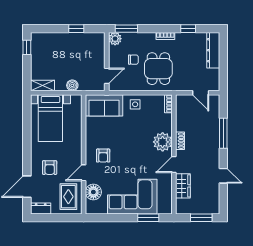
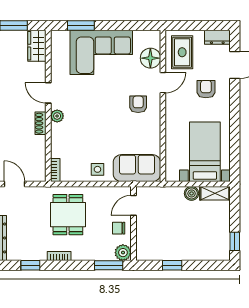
chair: (133, 60) -> (119, 228), moved
boiler: (72, 85) -> (192, 193), moved
plant: (163, 142) -> (57, 116), width x0.53, depth x0.53
door: (174, 165) -> (48, 93), swing flipped
wardrobe: (183, 186) -> (37, 46), moved

